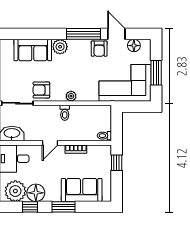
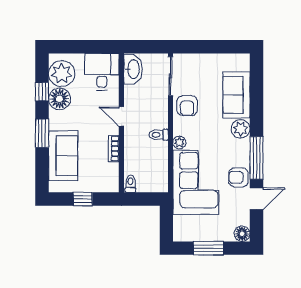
floor lamp: (134, 46) -> (242, 234), moved
corner sofa: (125, 83) -> (196, 182), moved
armchair: (41, 90) -> (187, 106), turned 180
window: (117, 163) -> (83, 199), moved

